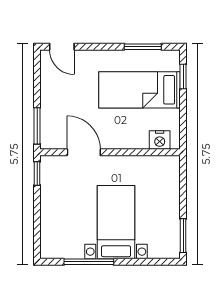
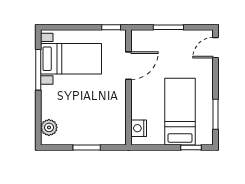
window: (37, 126) -> (168, 27), moved
bed with nightstands: (116, 222) -> (71, 59), moved
window: (183, 236) -> (87, 147), moved
plant: (159, 249) -> (49, 127), added

